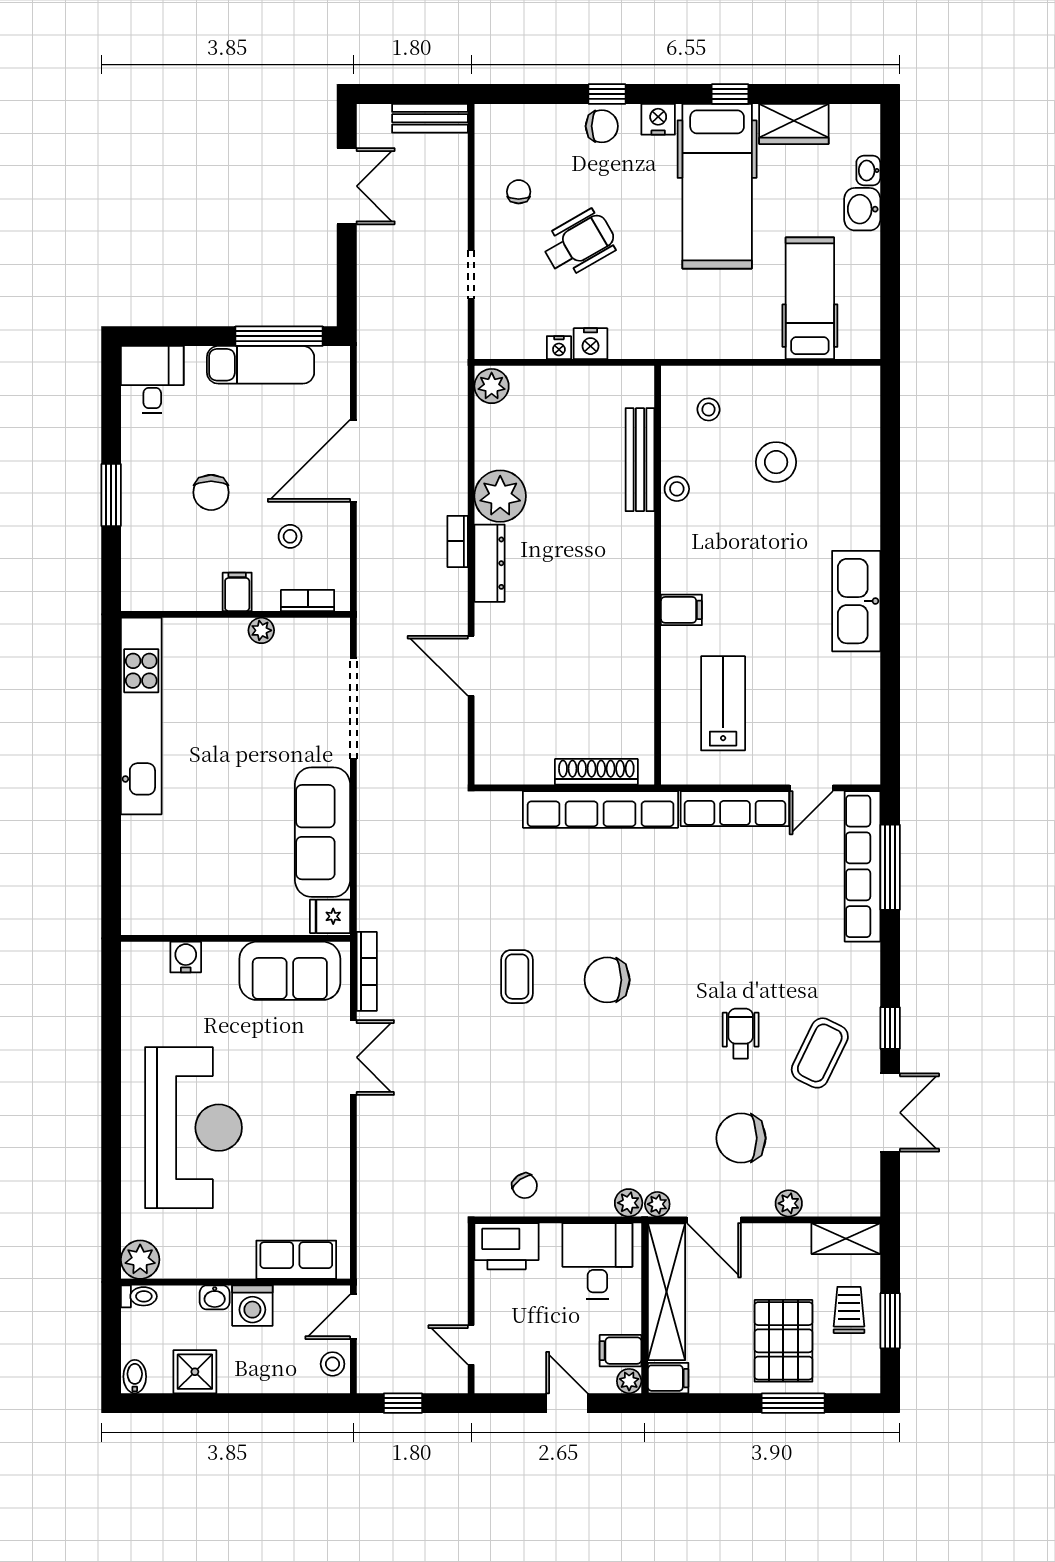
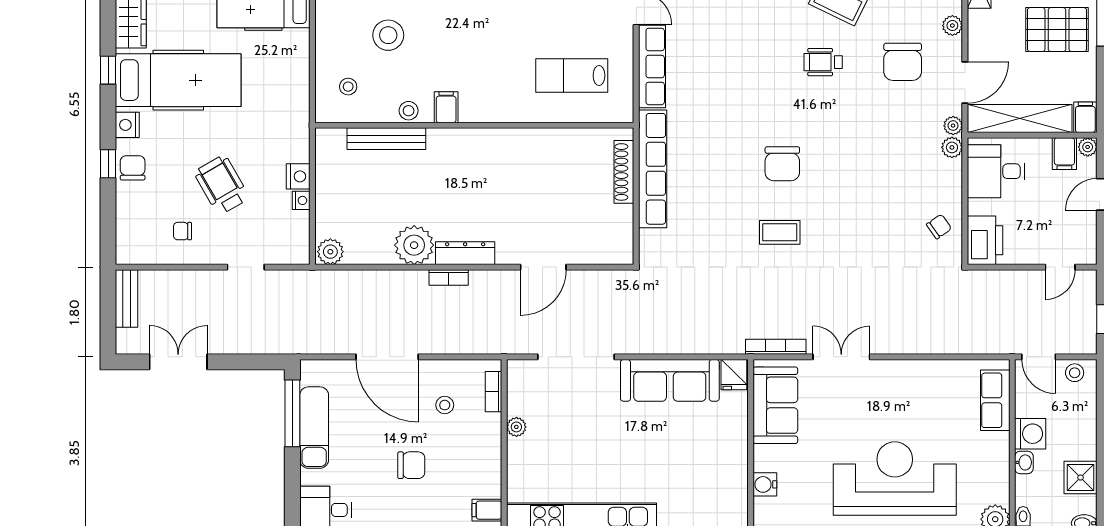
filing cabinet: (237, 592) -> (487, 510), moved
filing cabinet: (681, 610) -> (446, 107), moved

